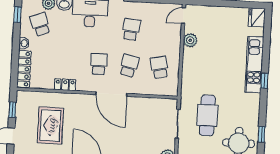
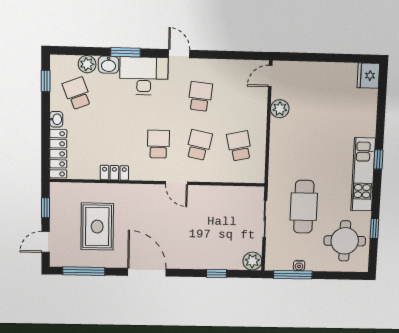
kitchen unit: (254, 65) -> (363, 174), moved
door: (111, 94) -> (176, 183), width x0.53

